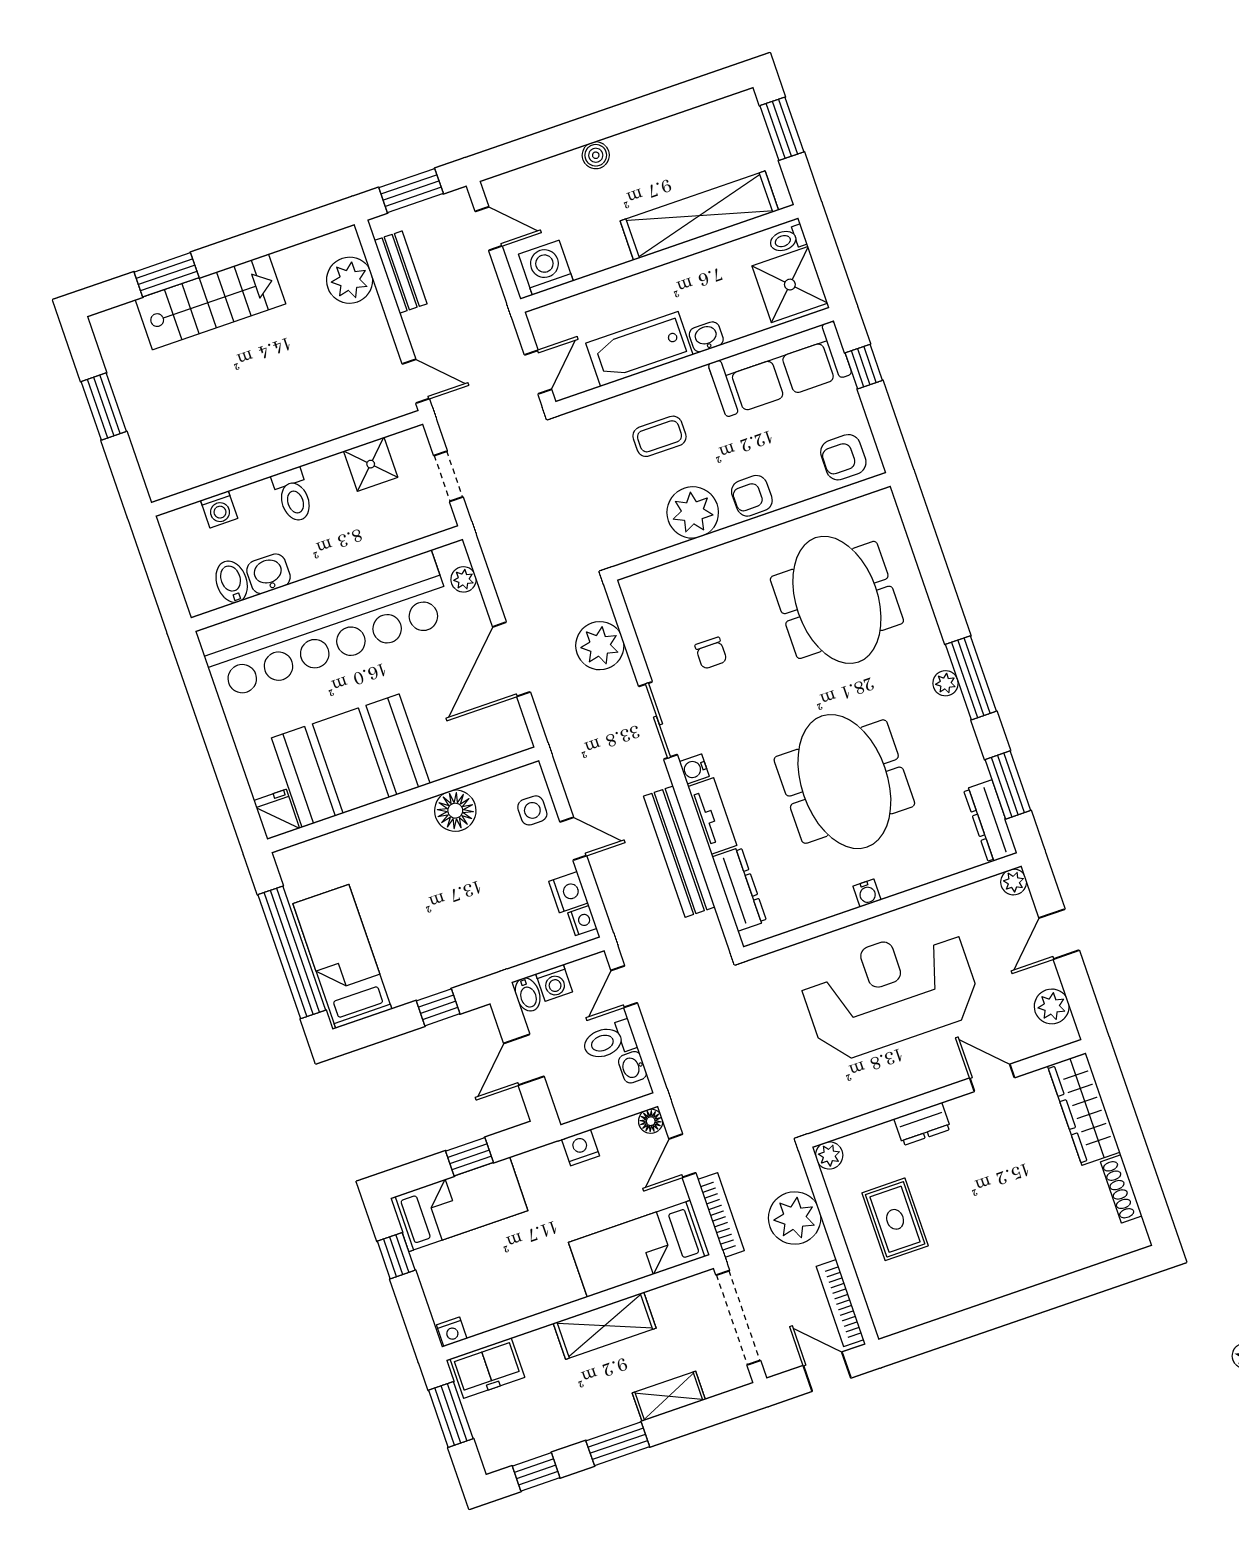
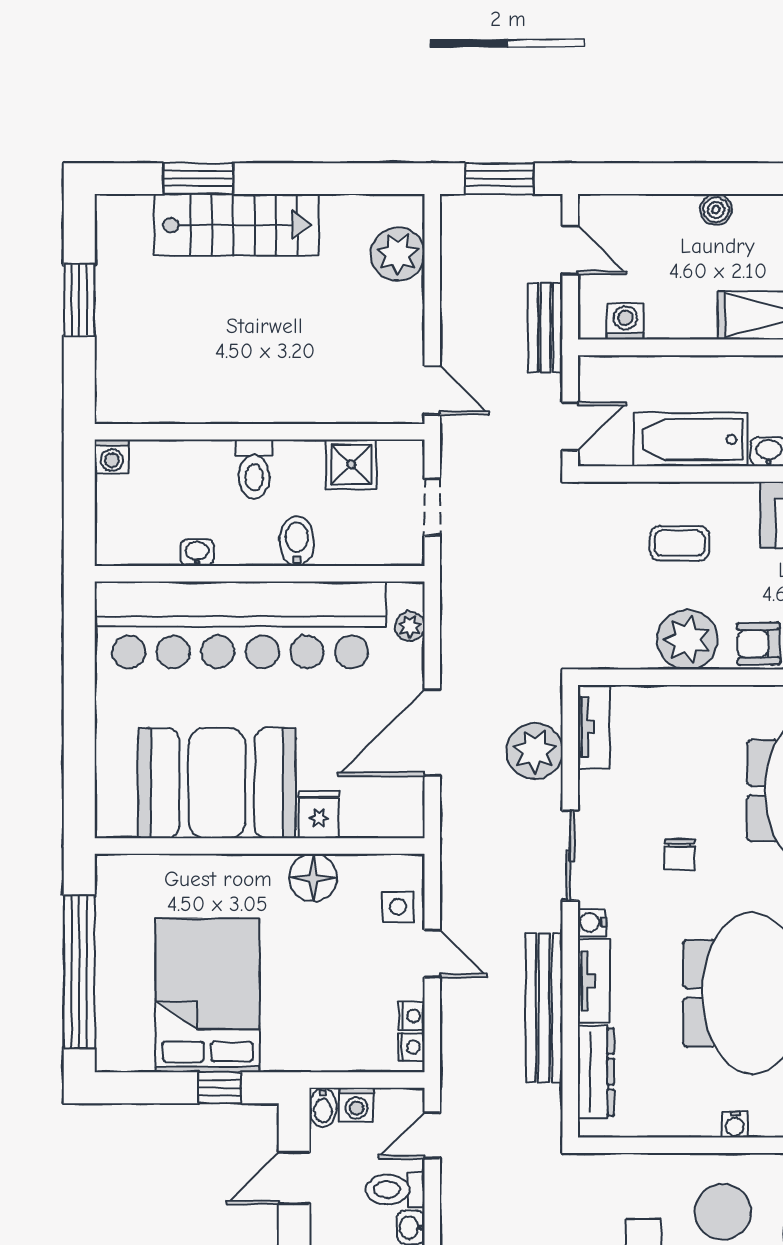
washing machine: (546, 268) -> (625, 321), width x0.73, depth x0.73
bench: (401, 272) -> (545, 328), moved
washing machine: (219, 509) -> (112, 457), moved
washbasin: (268, 574) -> (197, 552), width x0.72, depth x0.69
bidet: (232, 582) -> (297, 541), moved
tv unit: (641, 609) -> (594, 727), added
chair: (711, 653) -> (680, 854), moved
fridge: (277, 814) -> (319, 814), moved
nightstand: (569, 892) -> (411, 1016), width x0.72, depth x0.74
bed: (342, 956) -> (207, 995), moved, width x1.50

